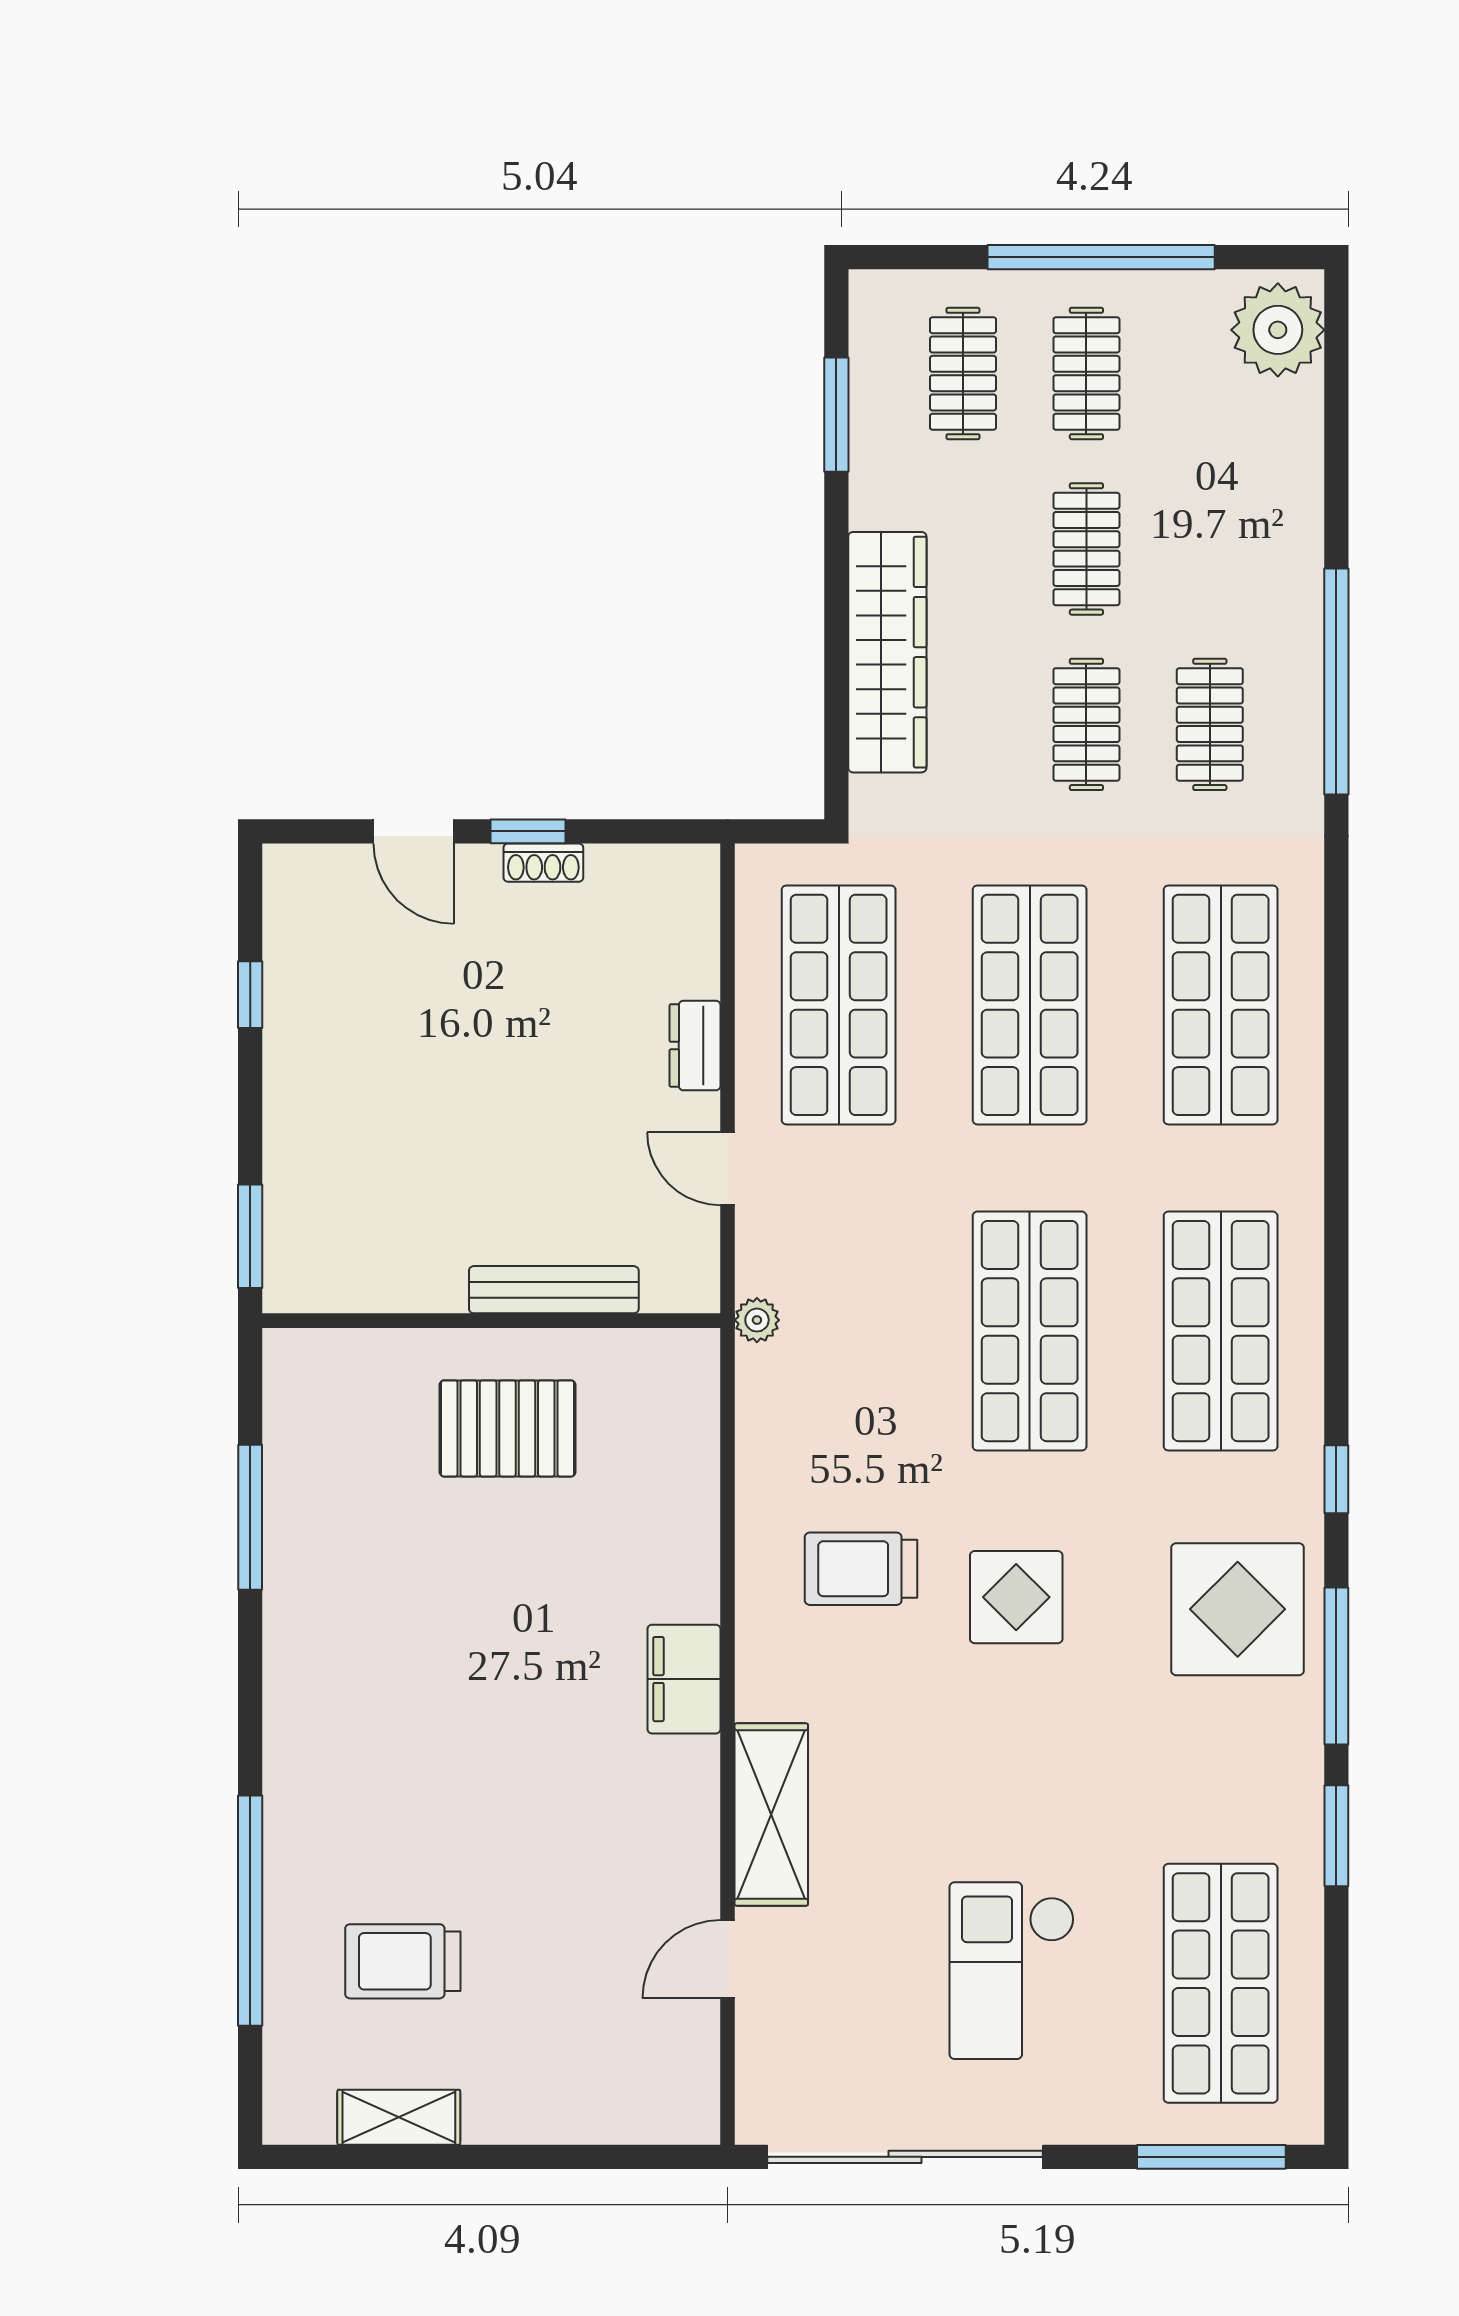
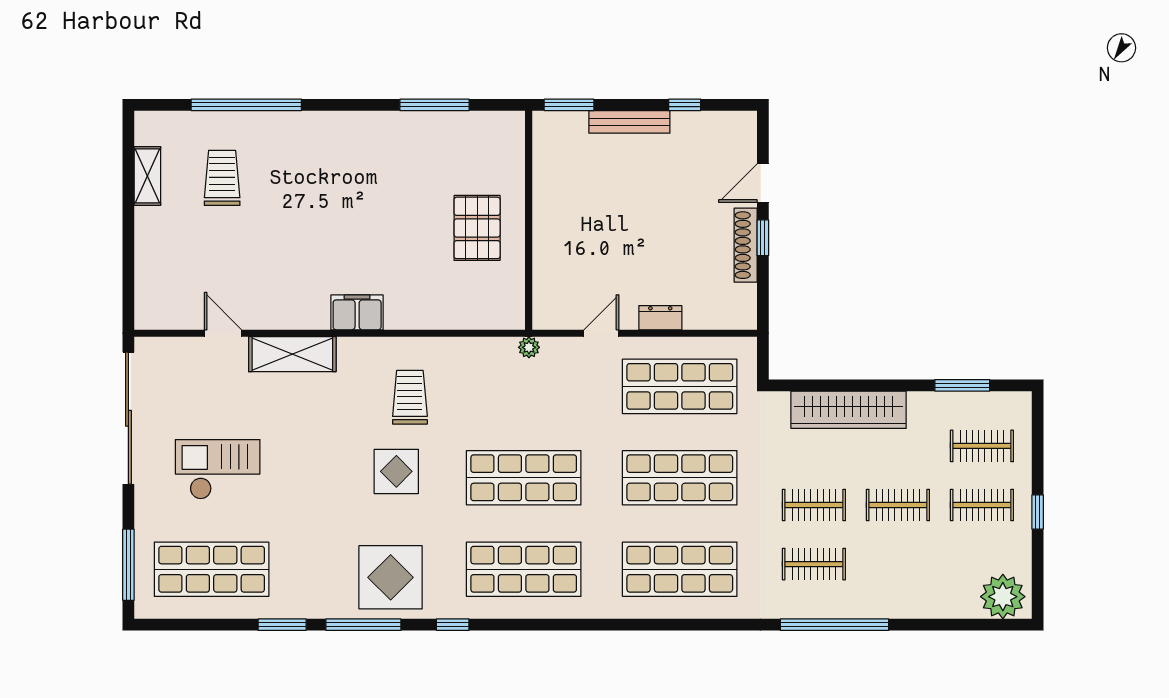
window: (1101, 257) -> (1038, 512), width x0.32
shoe rack: (543, 863) -> (746, 245), width x1.94, depth x1.24
bench: (554, 1290) -> (629, 122), moved, turned 90

